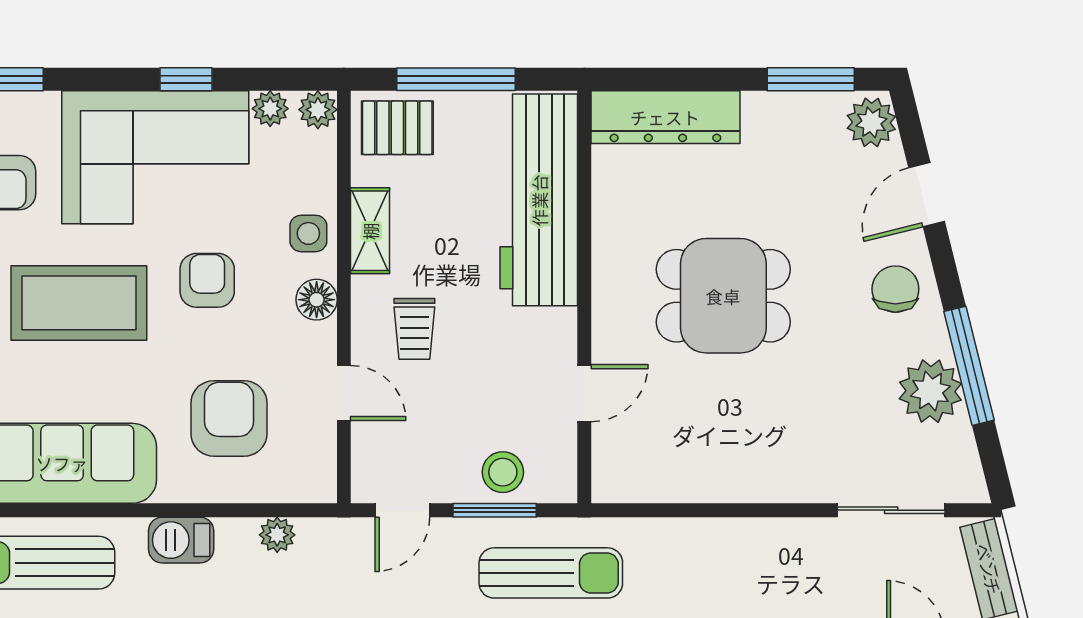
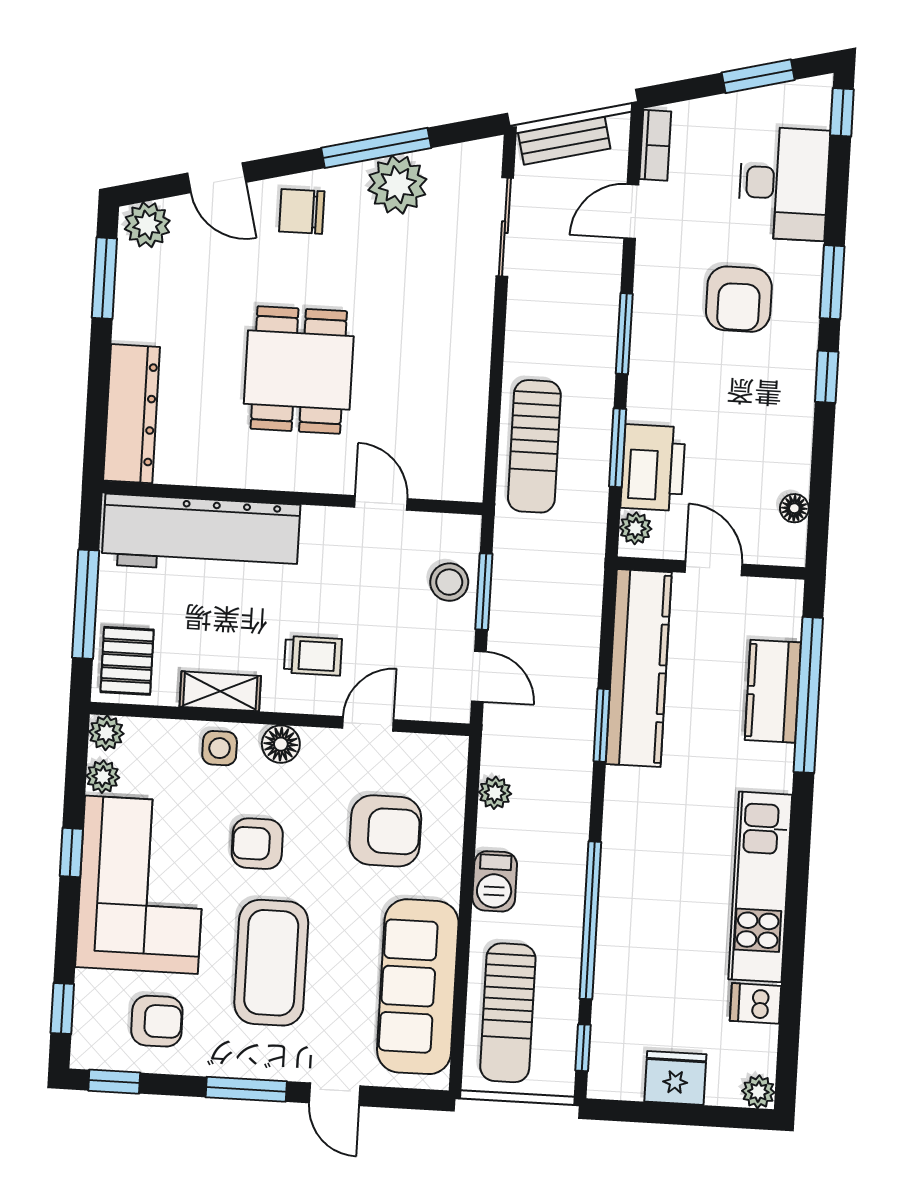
armchair: (229, 418) -> (385, 831), turned 180
sun lounger: (551, 573) -> (534, 446), moved, turned 180

